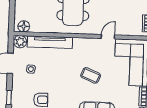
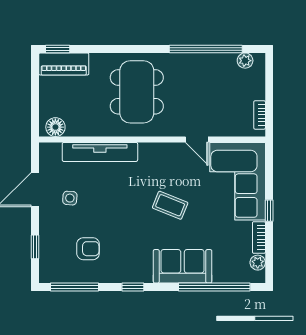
door: (108, 37) -> (197, 139), swing flipped
plant: (20, 42) -> (50, 153), removed

